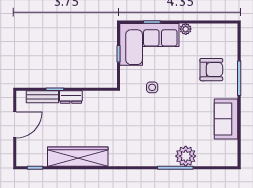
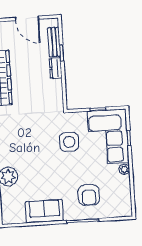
side table: (152, 87) -> (69, 142), width x1.87, depth x1.87

